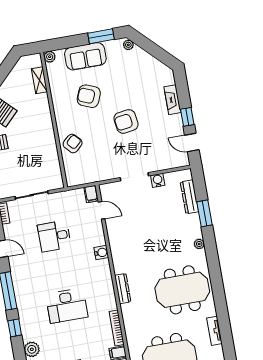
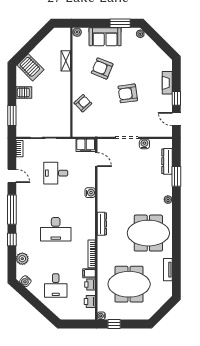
shelving: (39, 80) -> (66, 61), moved
filing cabinet: (91, 194) -> (86, 145), width x2.00

